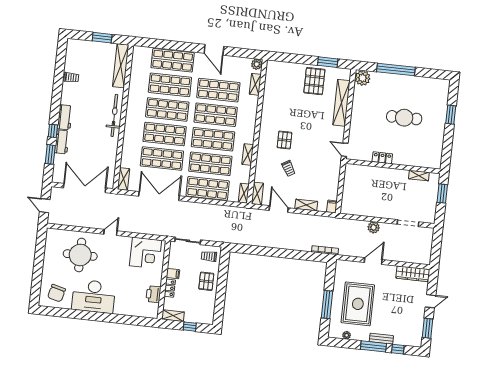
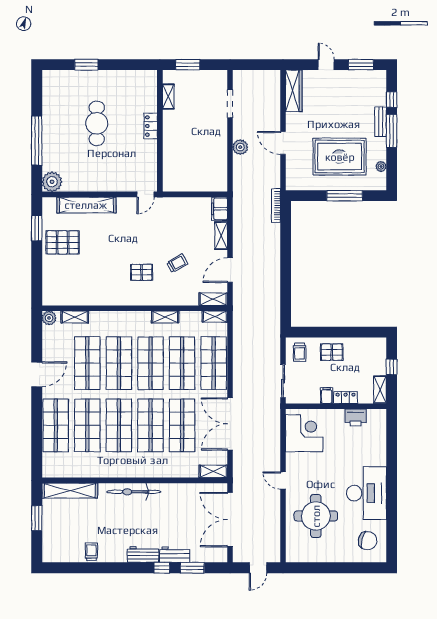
locker: (382, 158) -> (151, 126), moved
filing cabinet: (332, 207) -> (220, 209), width x2.00

